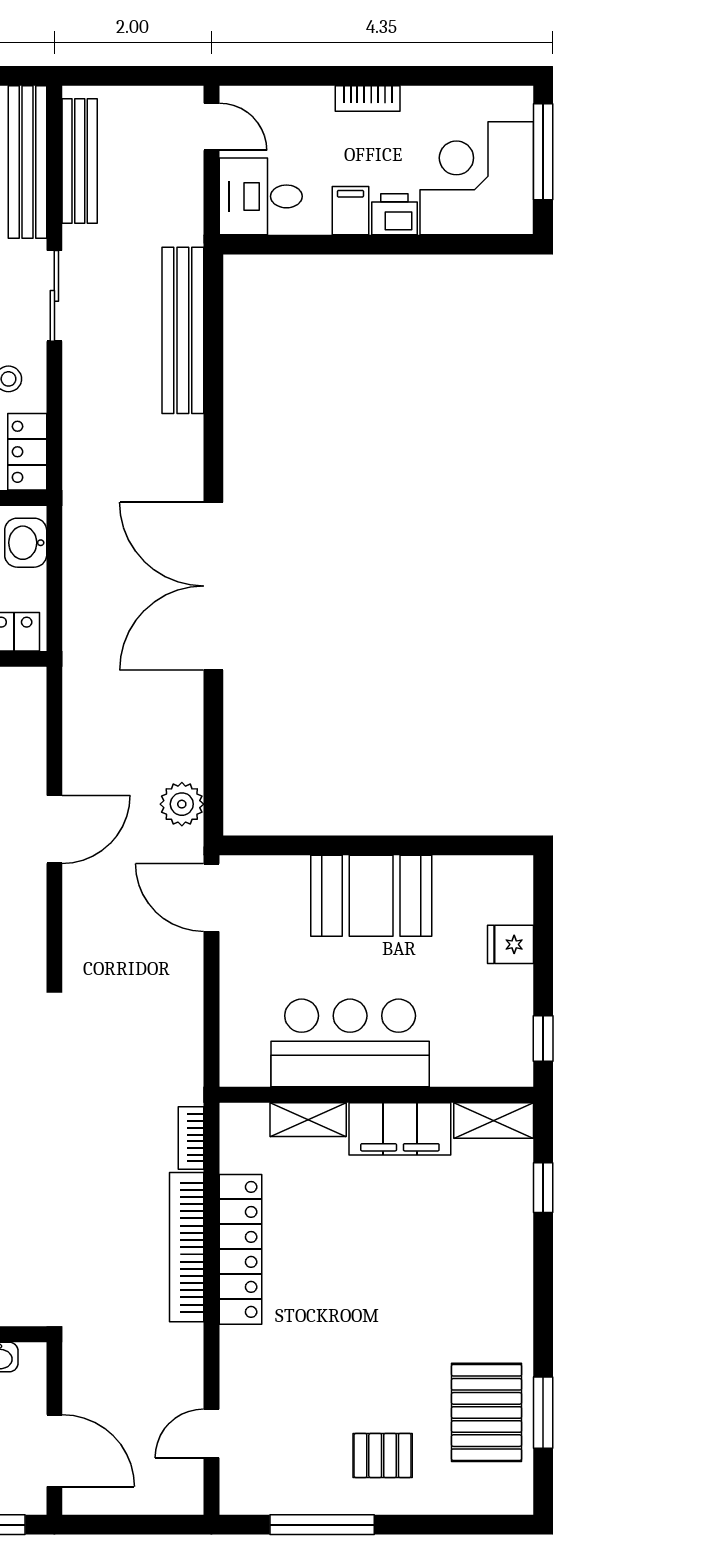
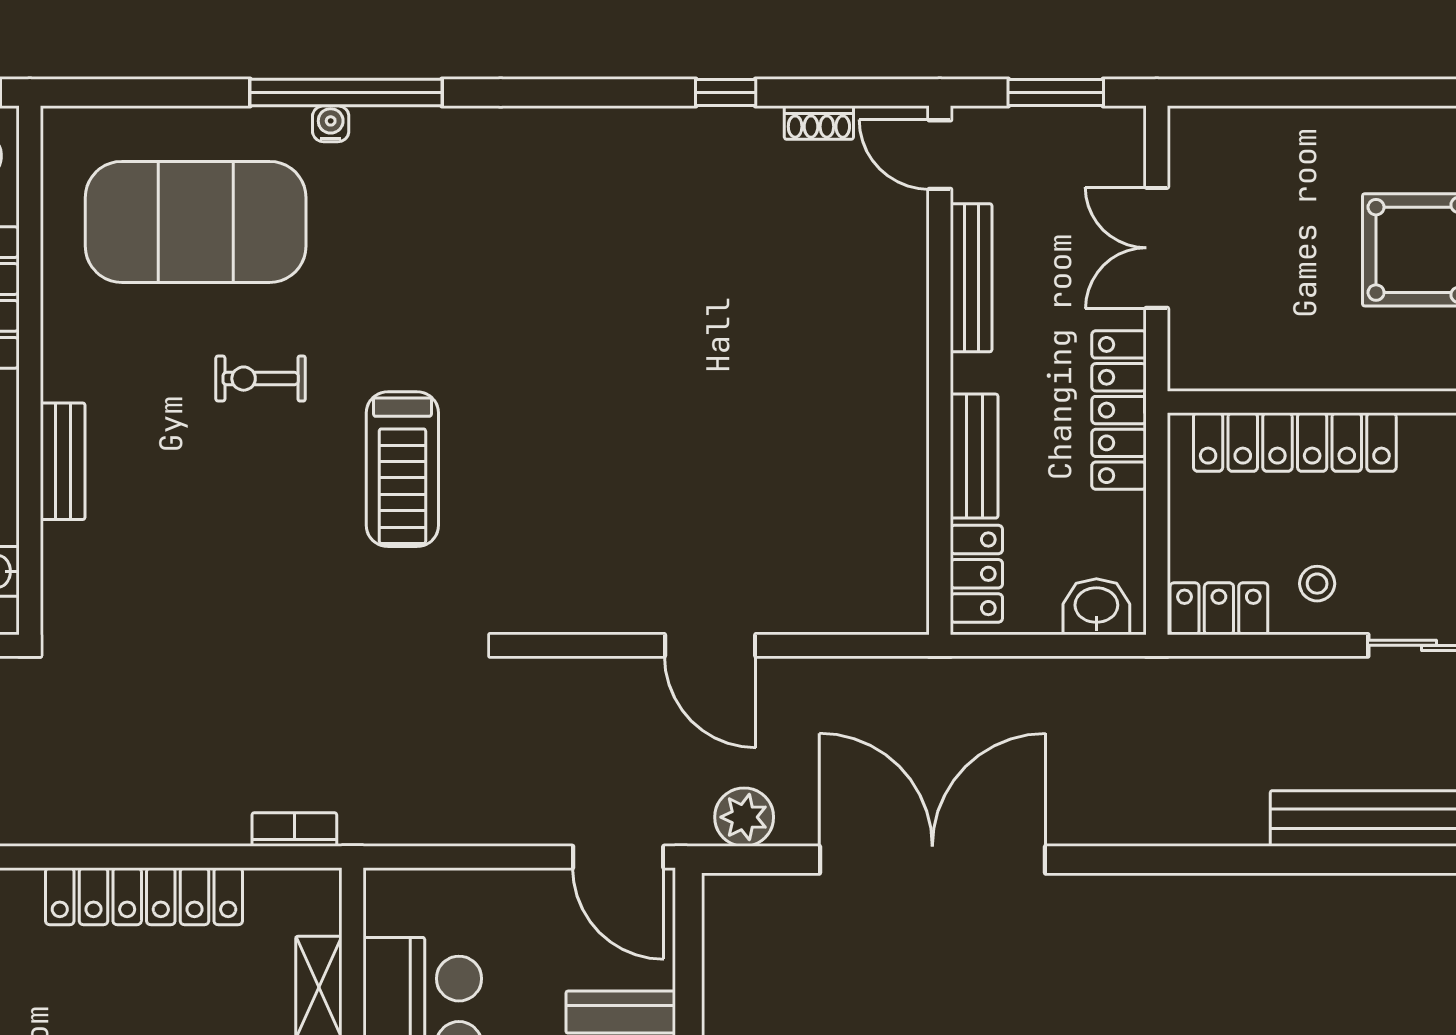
double door: (213, 586) -> (932, 860), moved
door: (211, 898) -> (618, 857), swing flipped
bookcase: (187, 1247) -> (147, 824), removed

